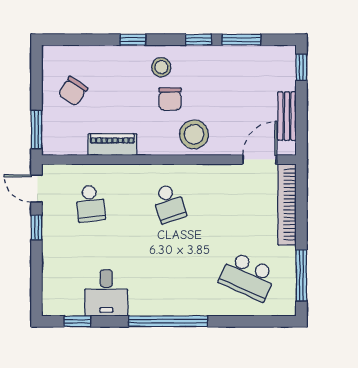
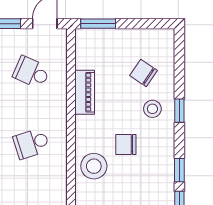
stool: (161, 67) -> (152, 109), moved
chair: (73, 91) -> (144, 73), moved
school desk: (90, 203) -> (31, 72), turned 30

